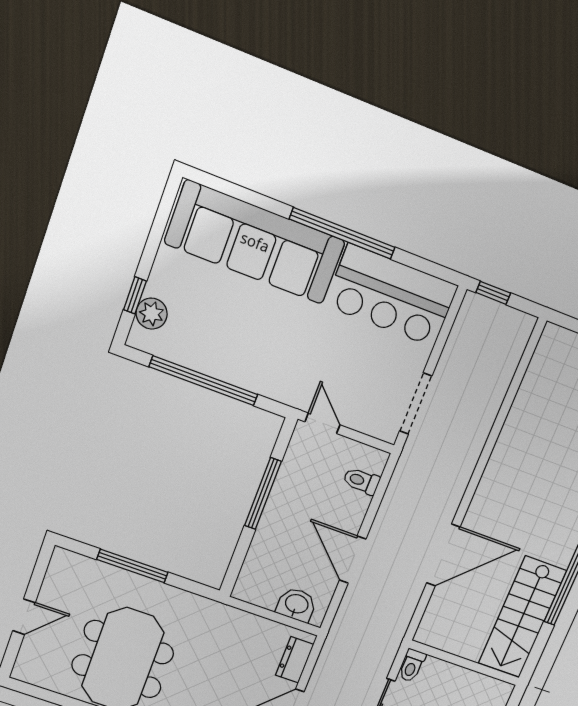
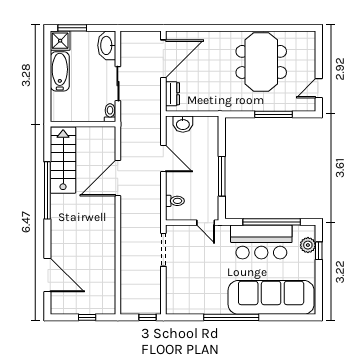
bar counter: (391, 295) -> (261, 242), moved, turned 180
door: (24, 617) -> (319, 88), moved

